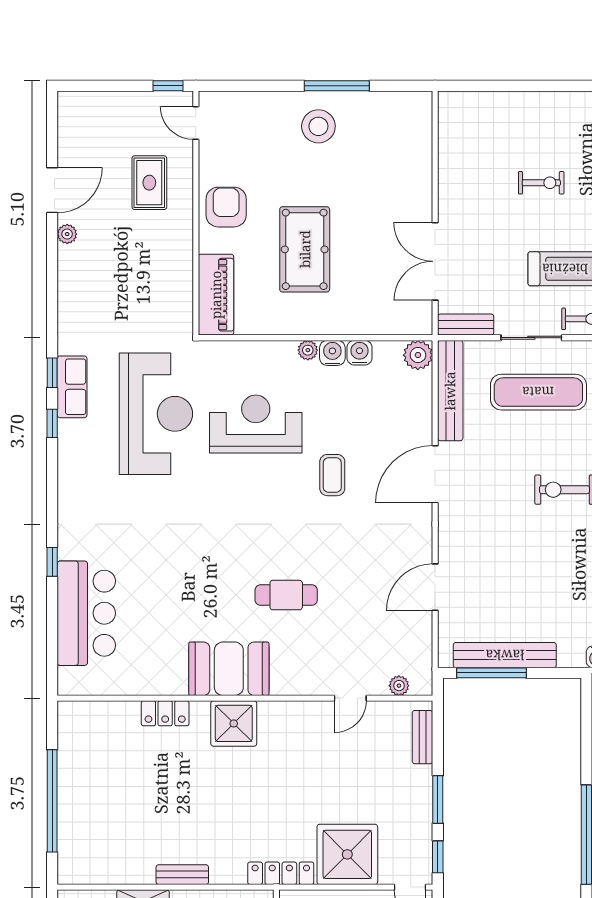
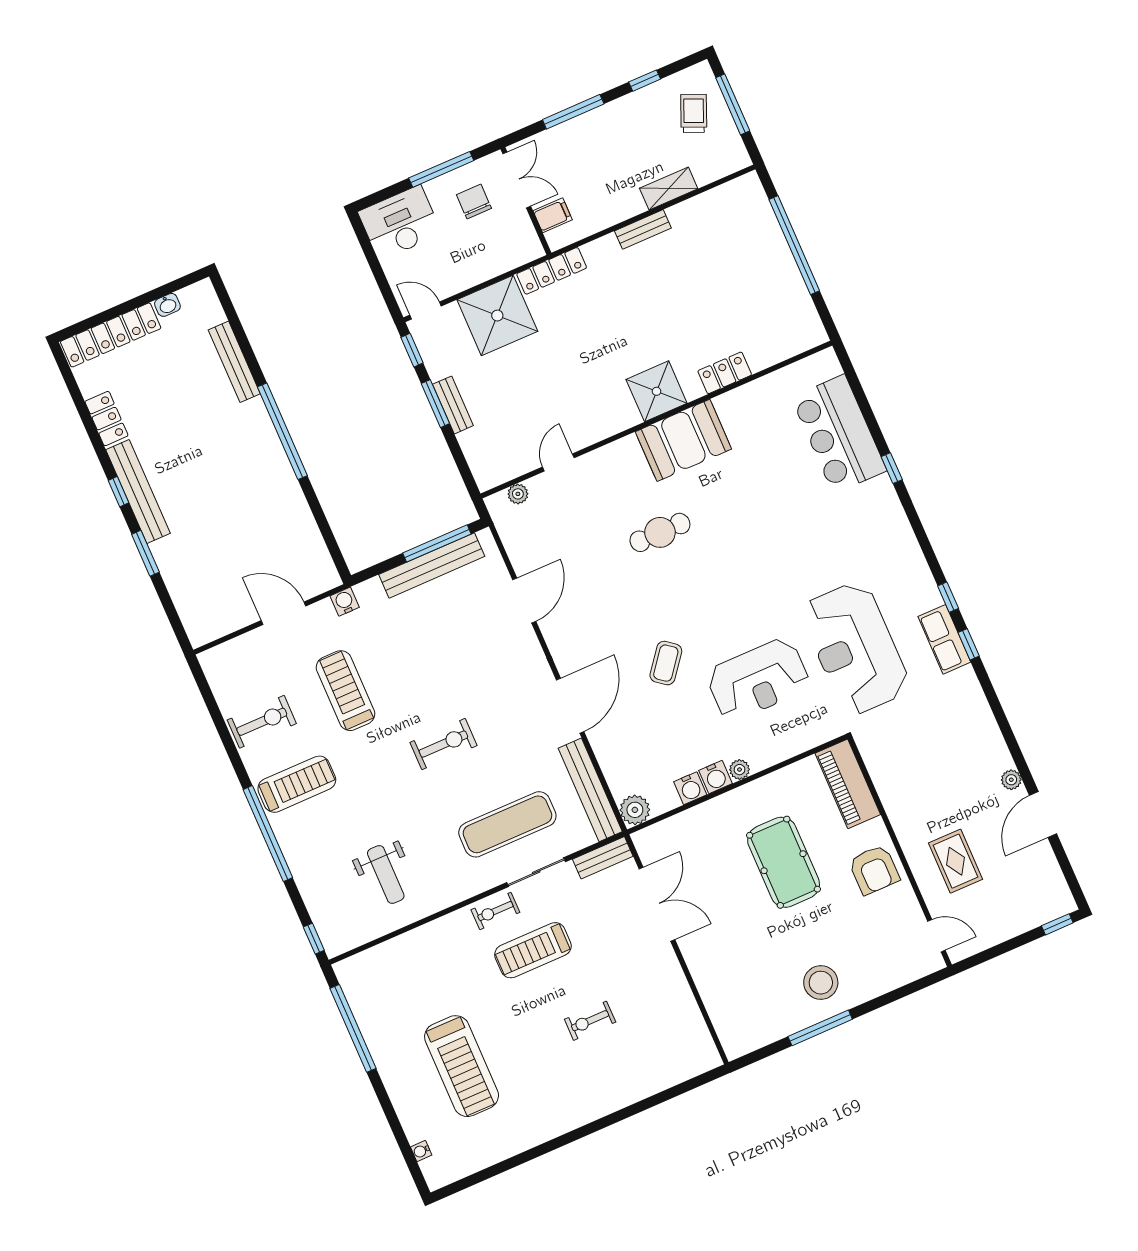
window: (168, 86) -> (1057, 924), moved
coffee table: (332, 475) -> (666, 663), turned 38
bench: (422, 737) -> (453, 405), moved

